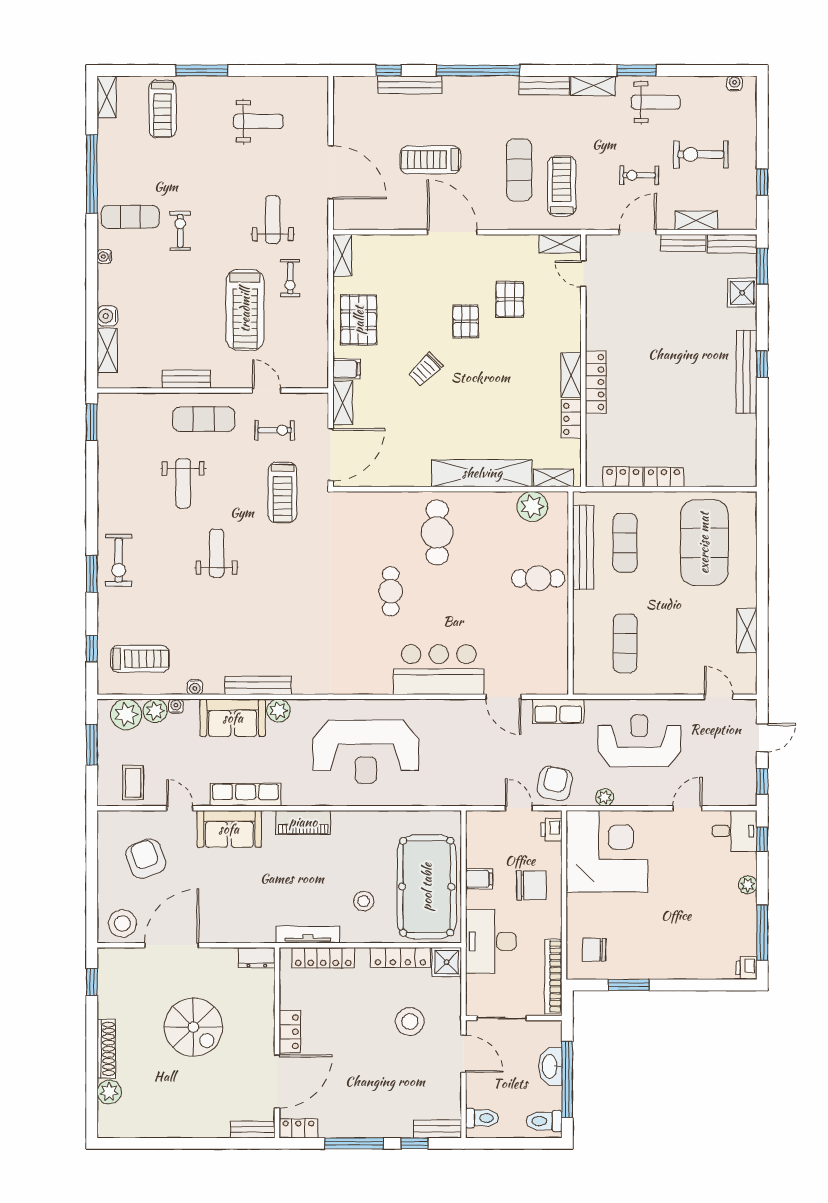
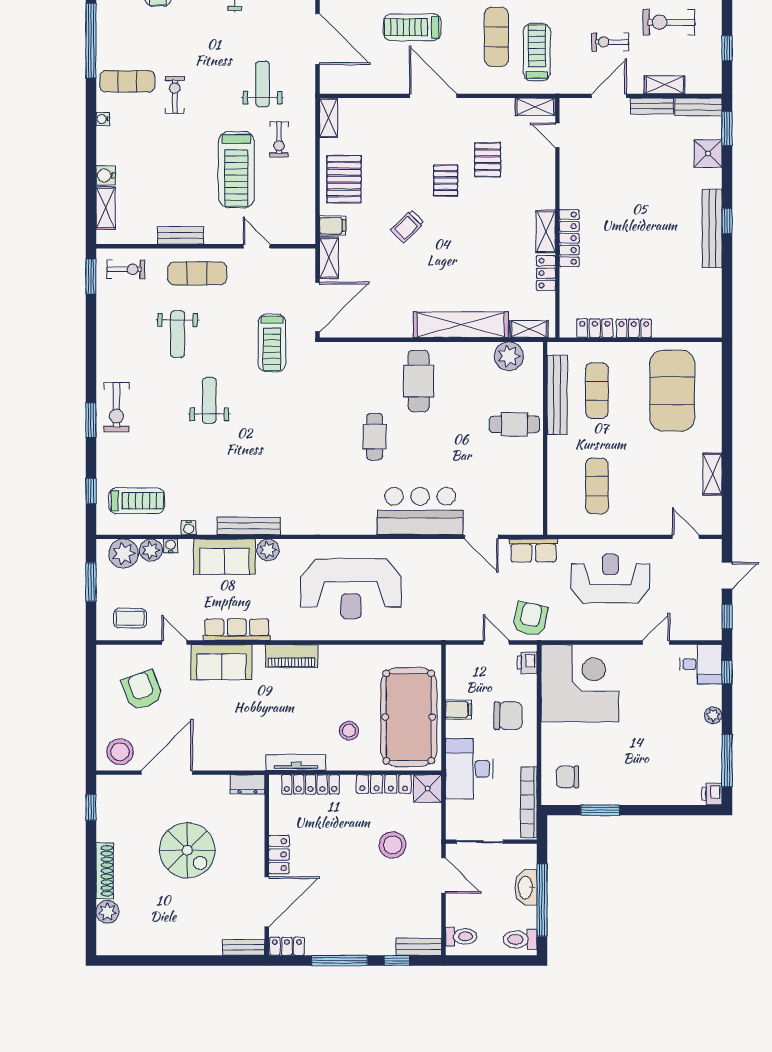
exercise bike: (275, 430) -> (126, 269), moved
coffee table: (133, 783) -> (130, 618), turned 90
plant: (605, 797) -> (578, 632), removed

